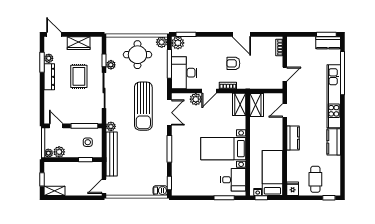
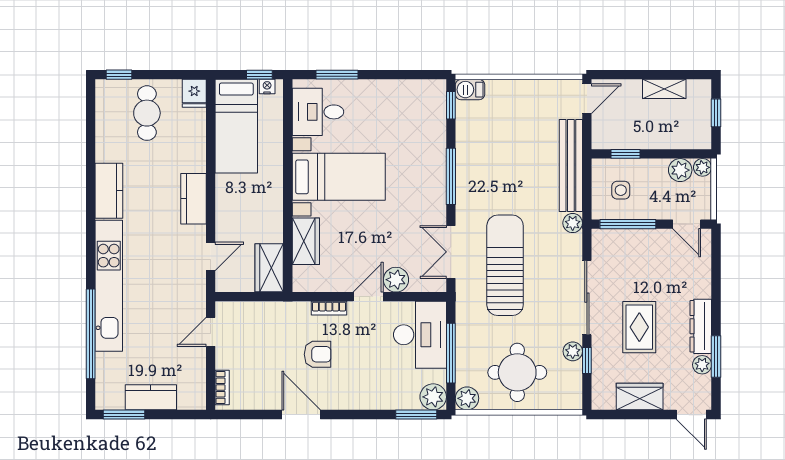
kitchen counter: (328, 43) -> (151, 397), moved
wardrobe: (239, 104) -> (306, 241), moved
shelving: (55, 191) -> (664, 89), moved

